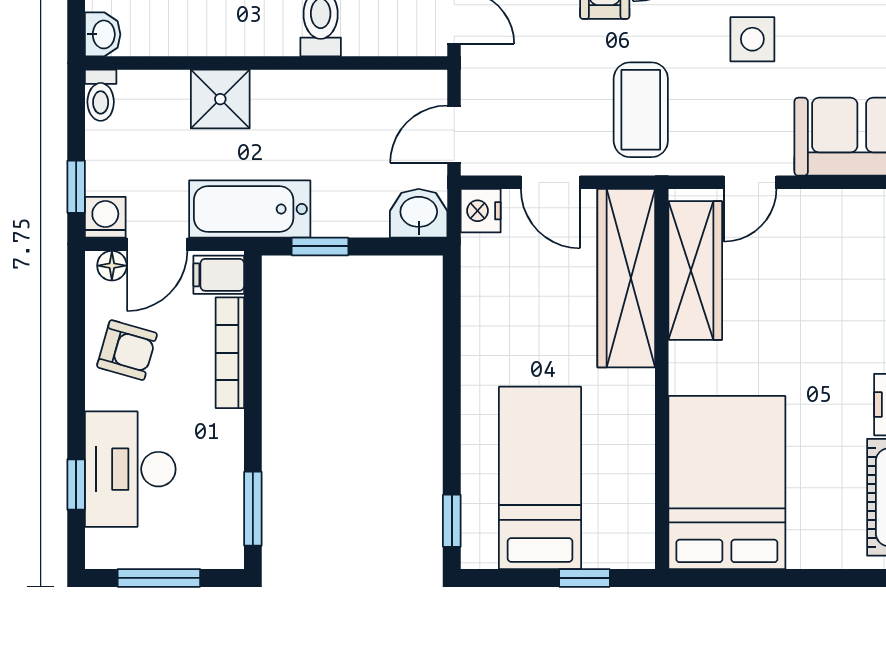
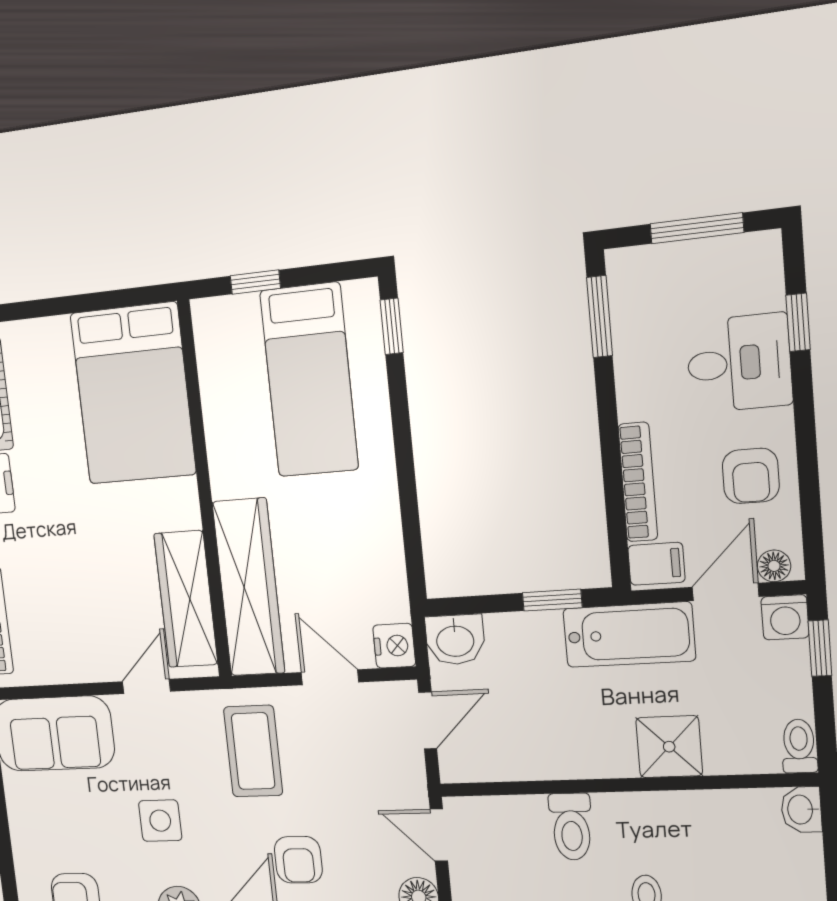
armchair: (127, 350) -> (751, 476), turned -106
desk: (130, 469) -> (739, 363), width x0.73

